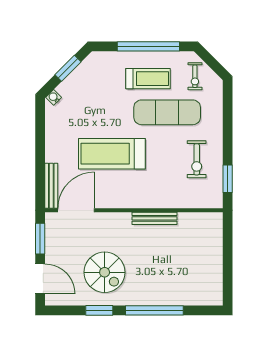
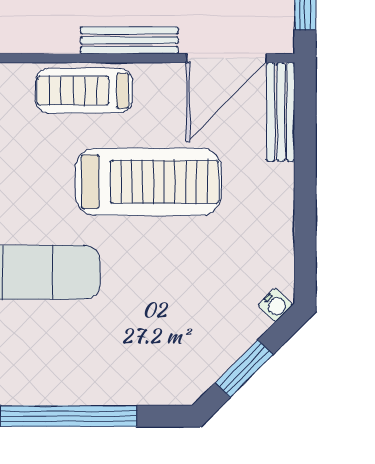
treadmill: (148, 79) -> (84, 91), moved
bench: (155, 218) -> (129, 40), moved

